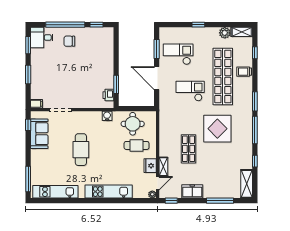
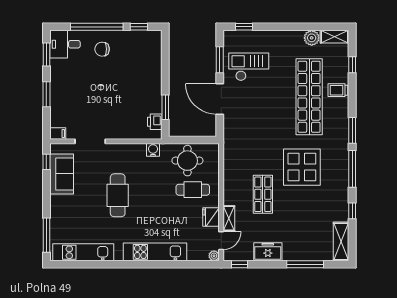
window: (198, 25) -> (244, 27), moved
checkout: (190, 91) -> (265, 116), removed

